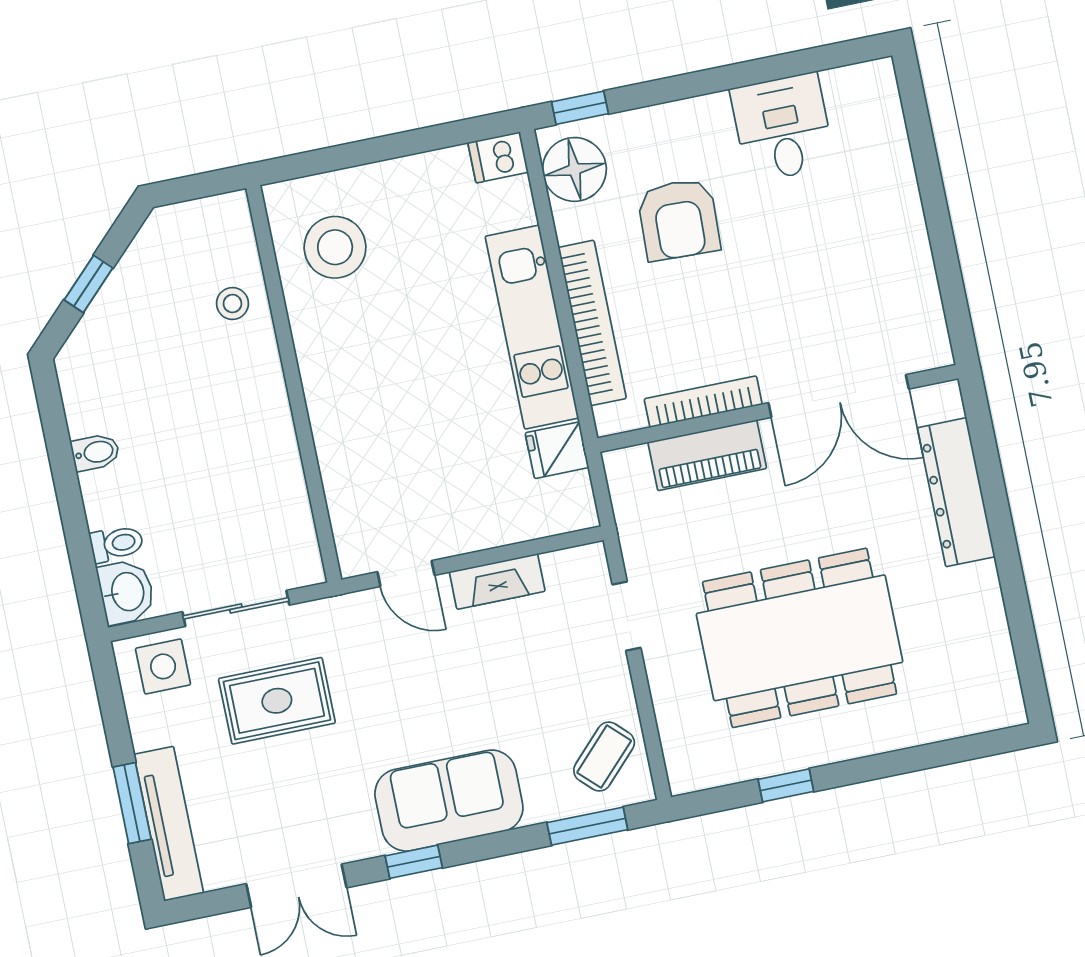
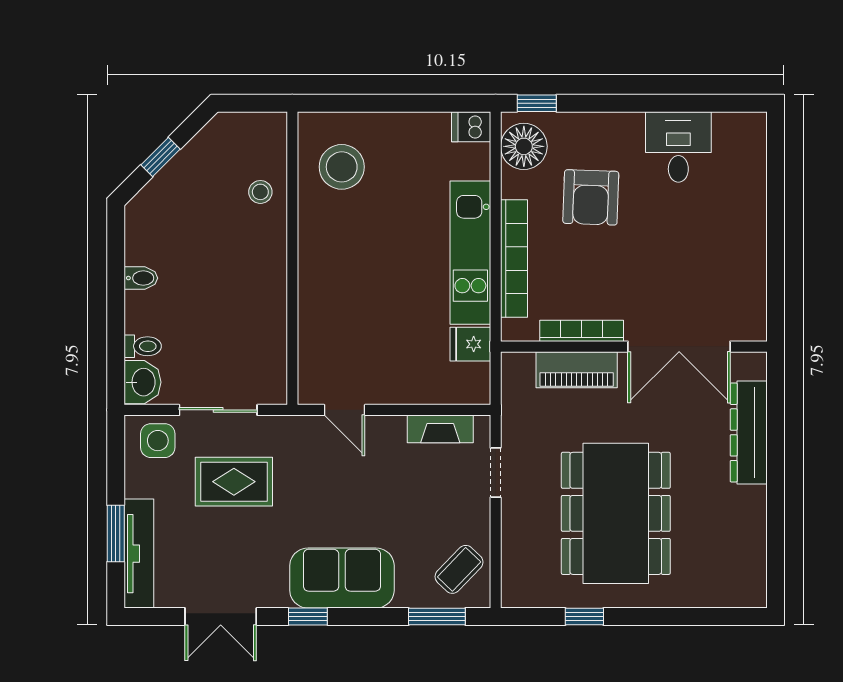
fireplace: (497, 581) -> (440, 429), moved
dining table: (800, 638) -> (616, 513), turned 90

